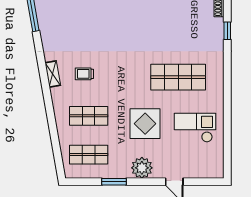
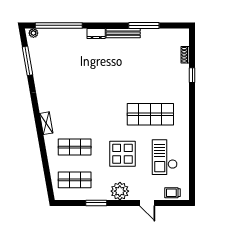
shelving: (53, 74) -> (46, 123), moved
trolley: (84, 74) -> (172, 193), moved
checkout: (195, 128) -> (165, 157), turned -90

